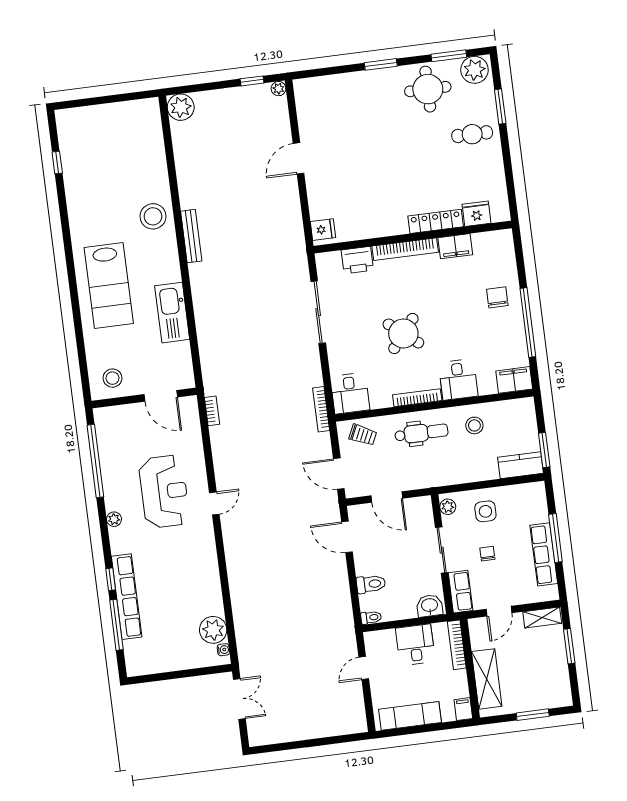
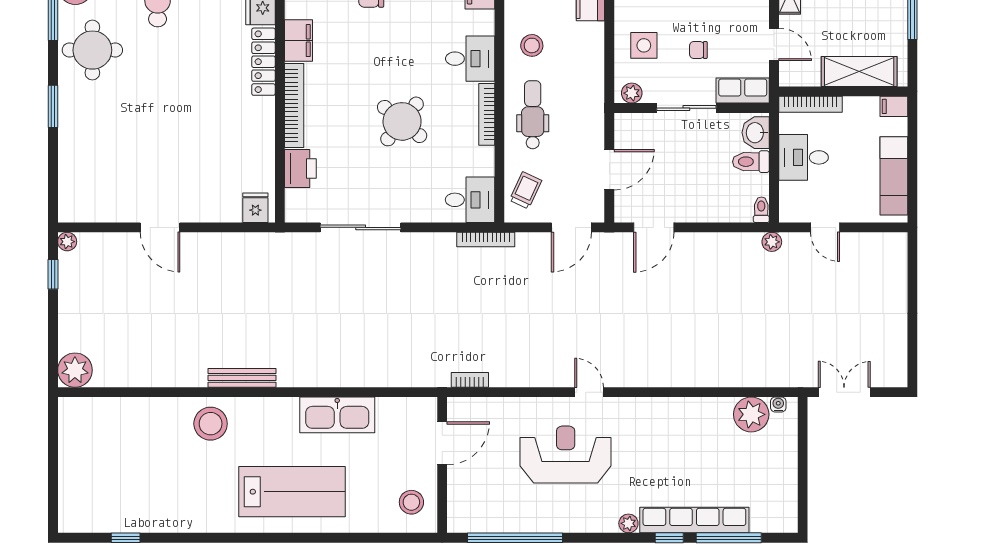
plant: (114, 519) -> (628, 523), moved
toilet: (371, 584) -> (751, 162), moved, turned -90
plant: (347, 629) -> (772, 242), added

